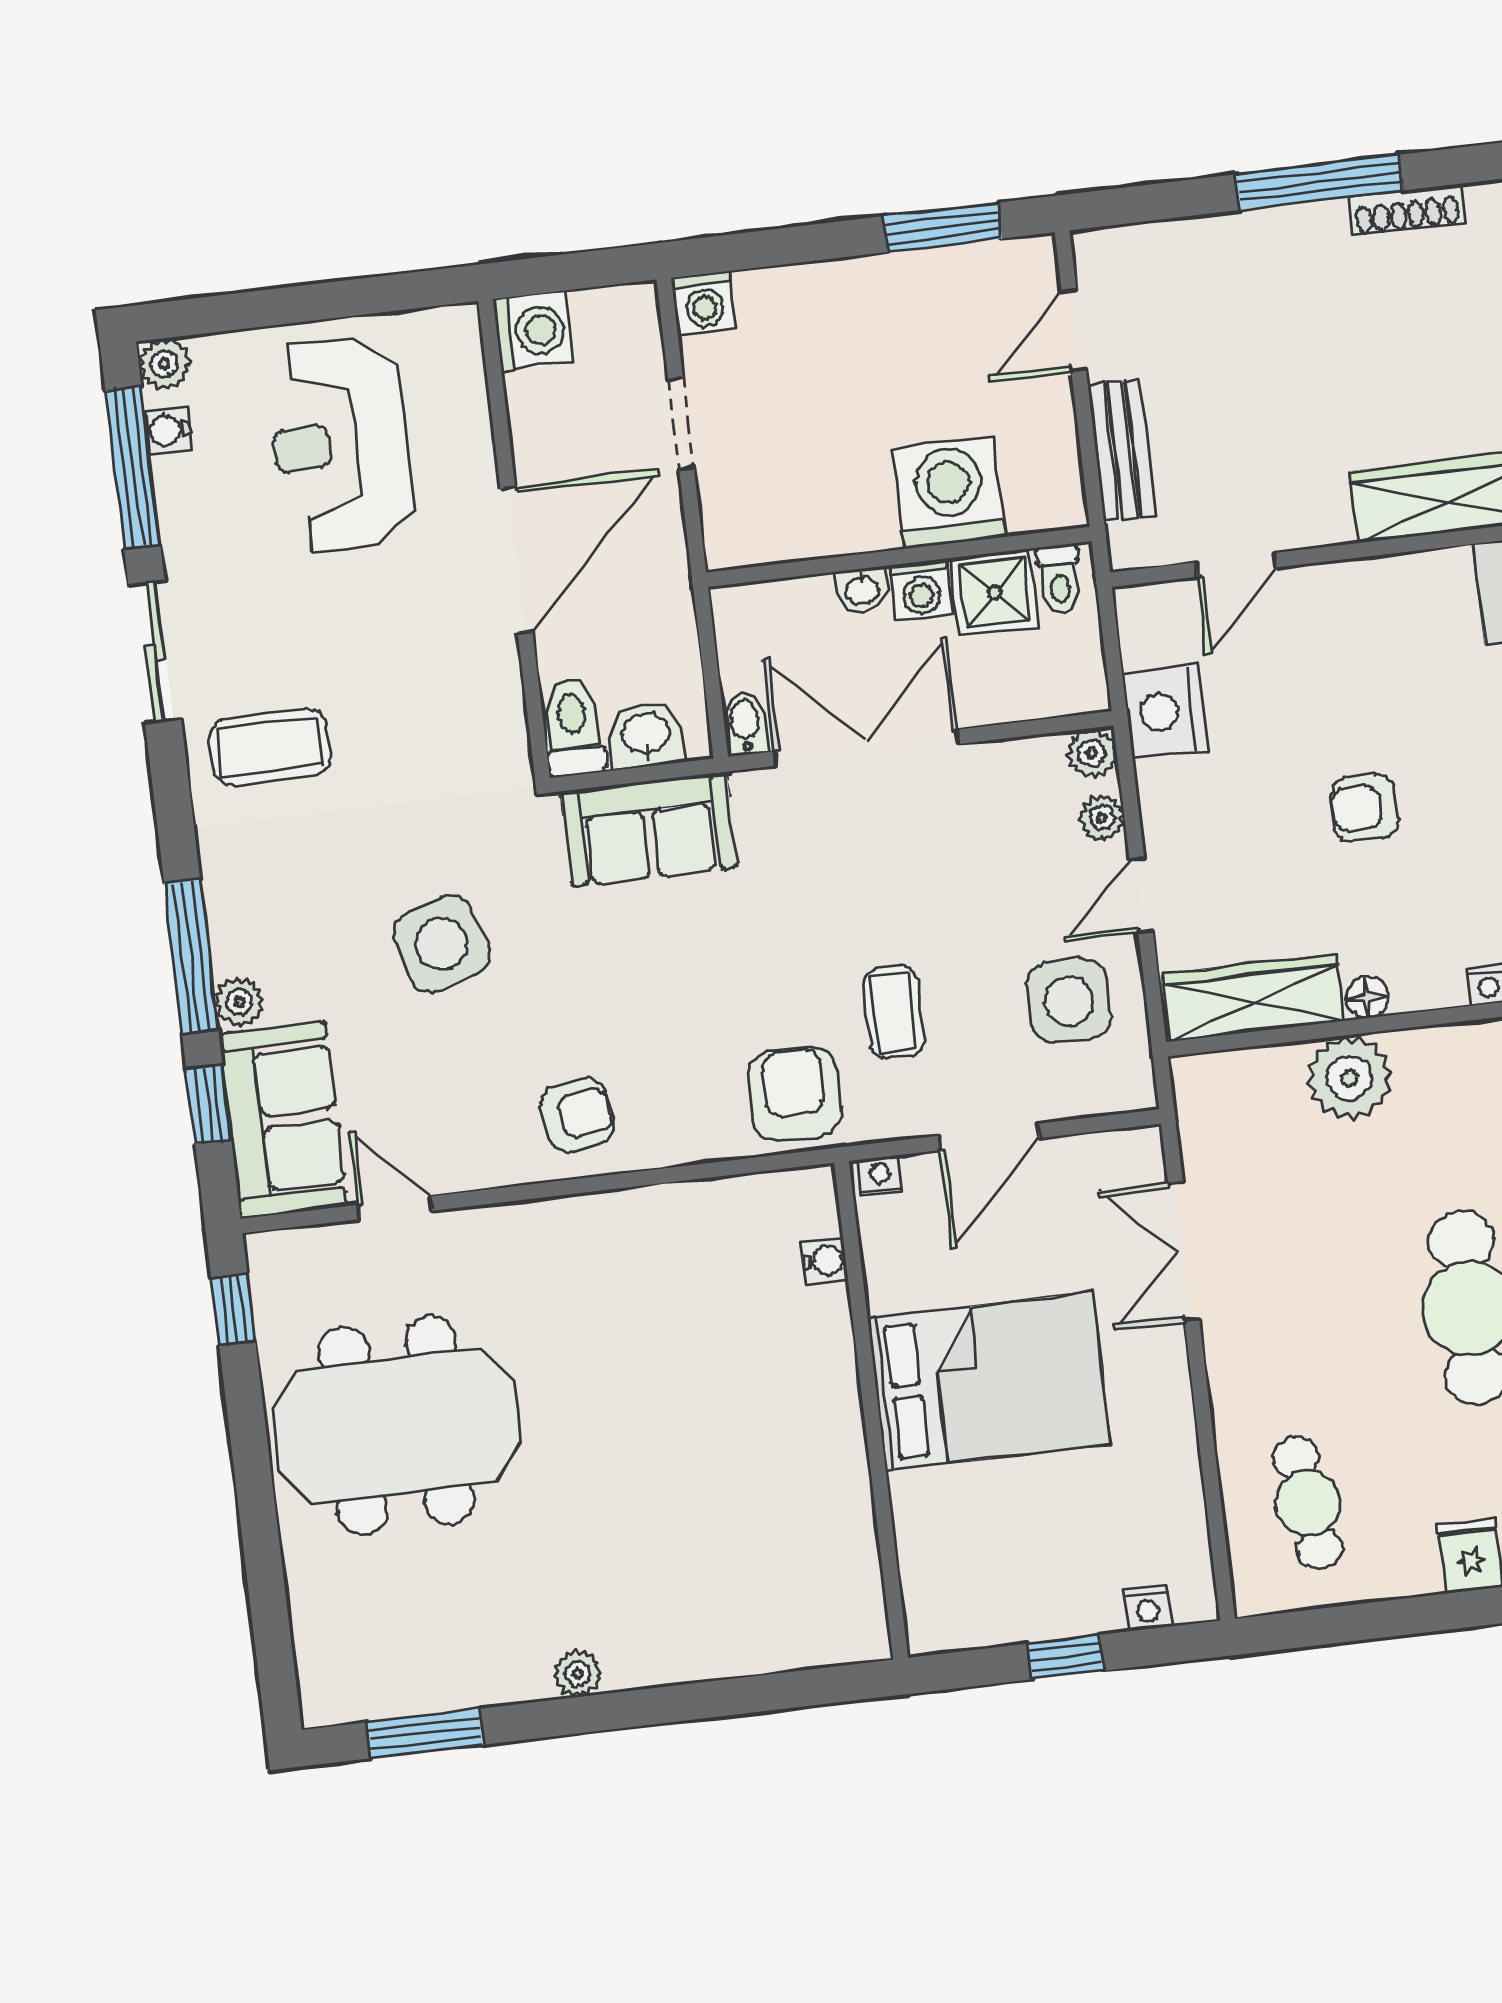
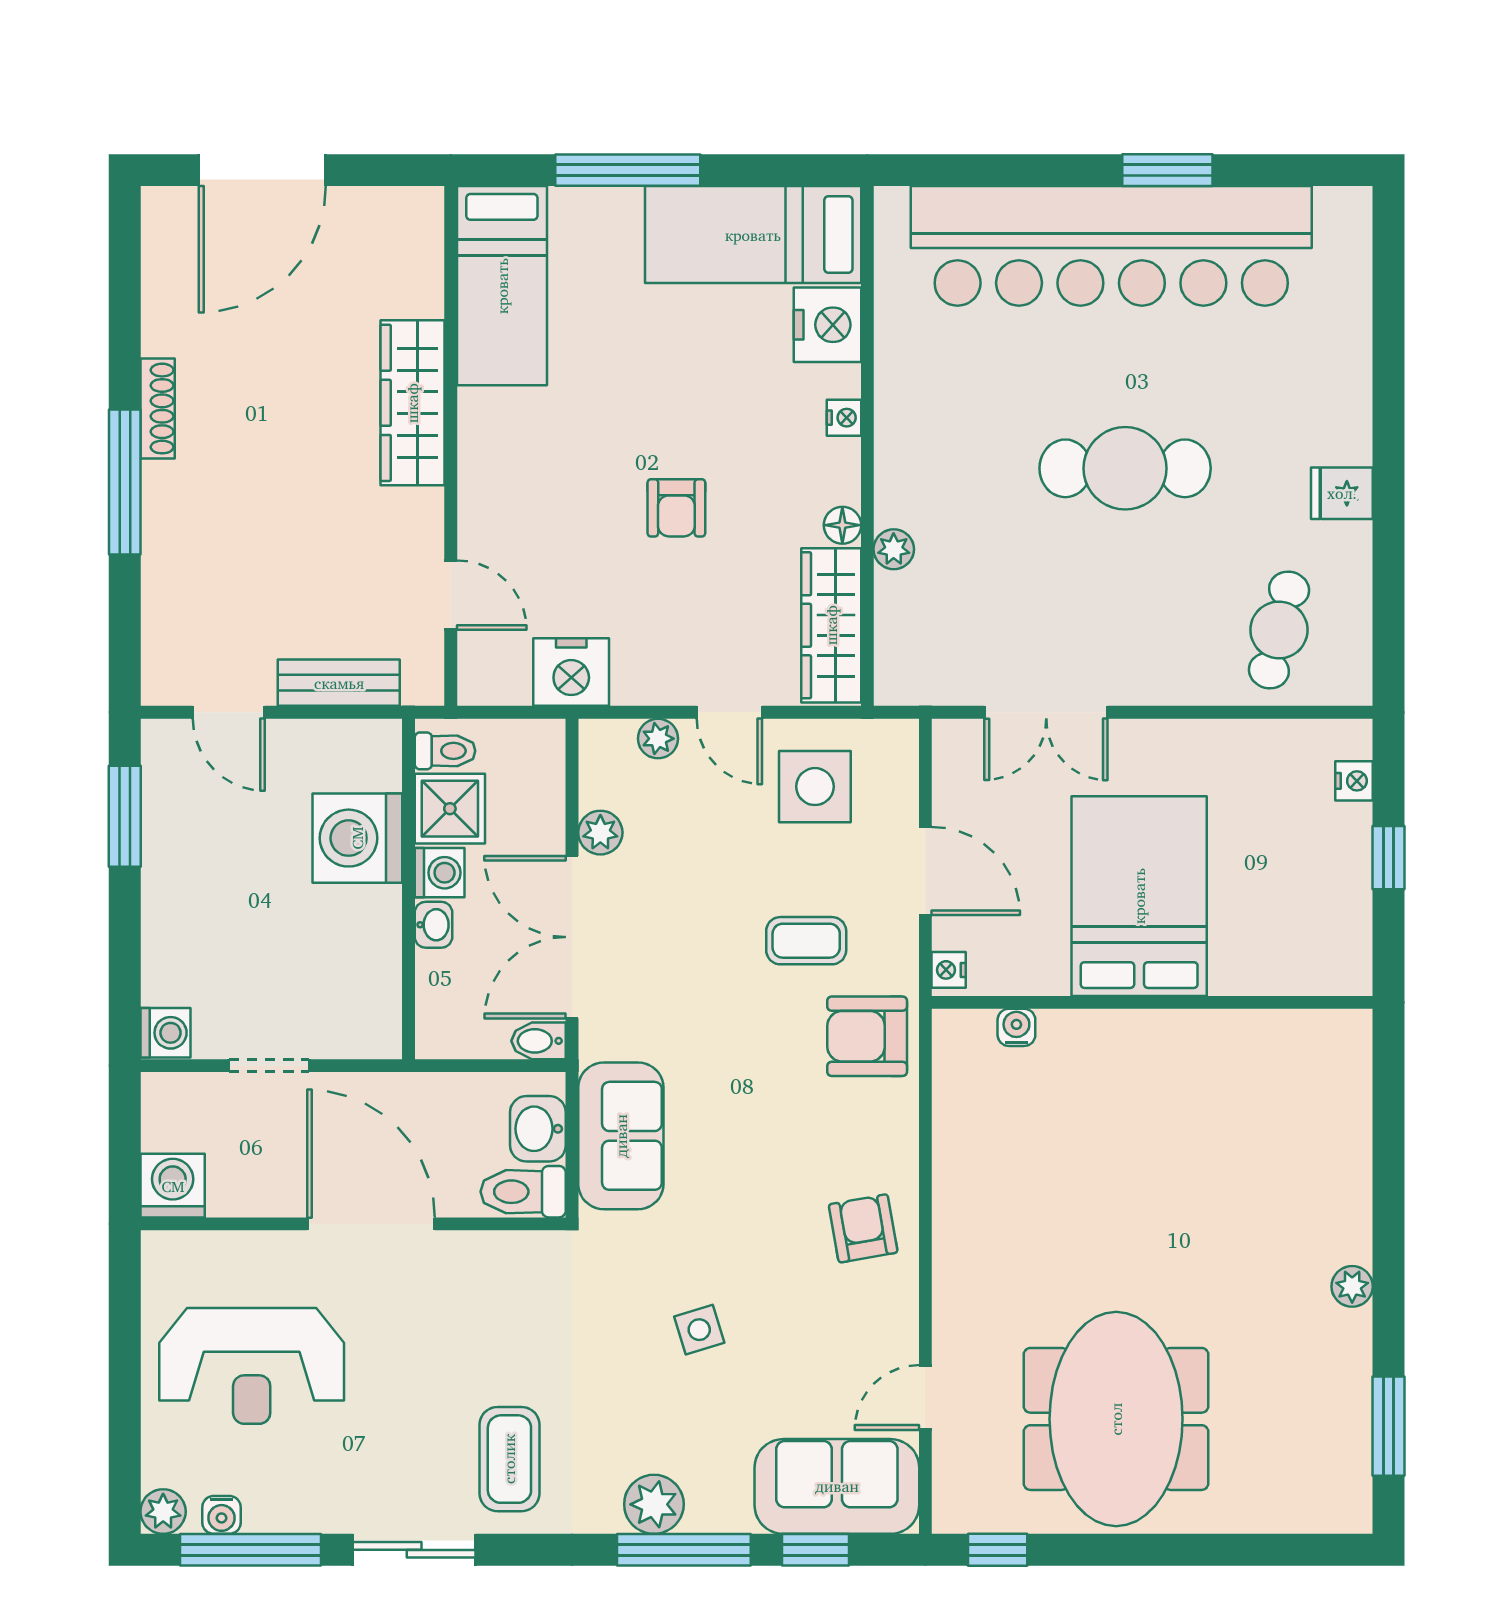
plant: (1092, 753) -> (600, 833), moved
side table: (441, 944) -> (699, 1330), width x0.54, depth x0.54
plant: (239, 1002) -> (654, 1504), moved, width x1.38, depth x1.38
plant: (1349, 1078) -> (894, 549), width x0.53, depth x0.53
cafe table: (1308, 1503) -> (1279, 630), turned -68

